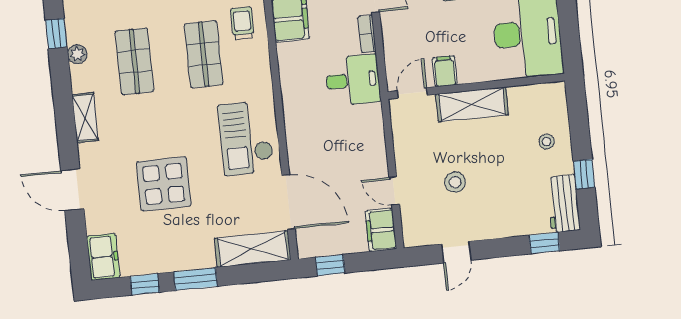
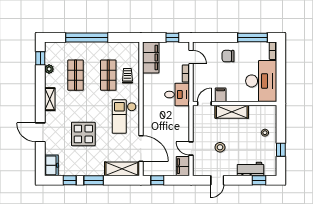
trolley: (242, 23) -> (127, 76), moved
workbench: (563, 204) -> (250, 169), moved, turned 90

